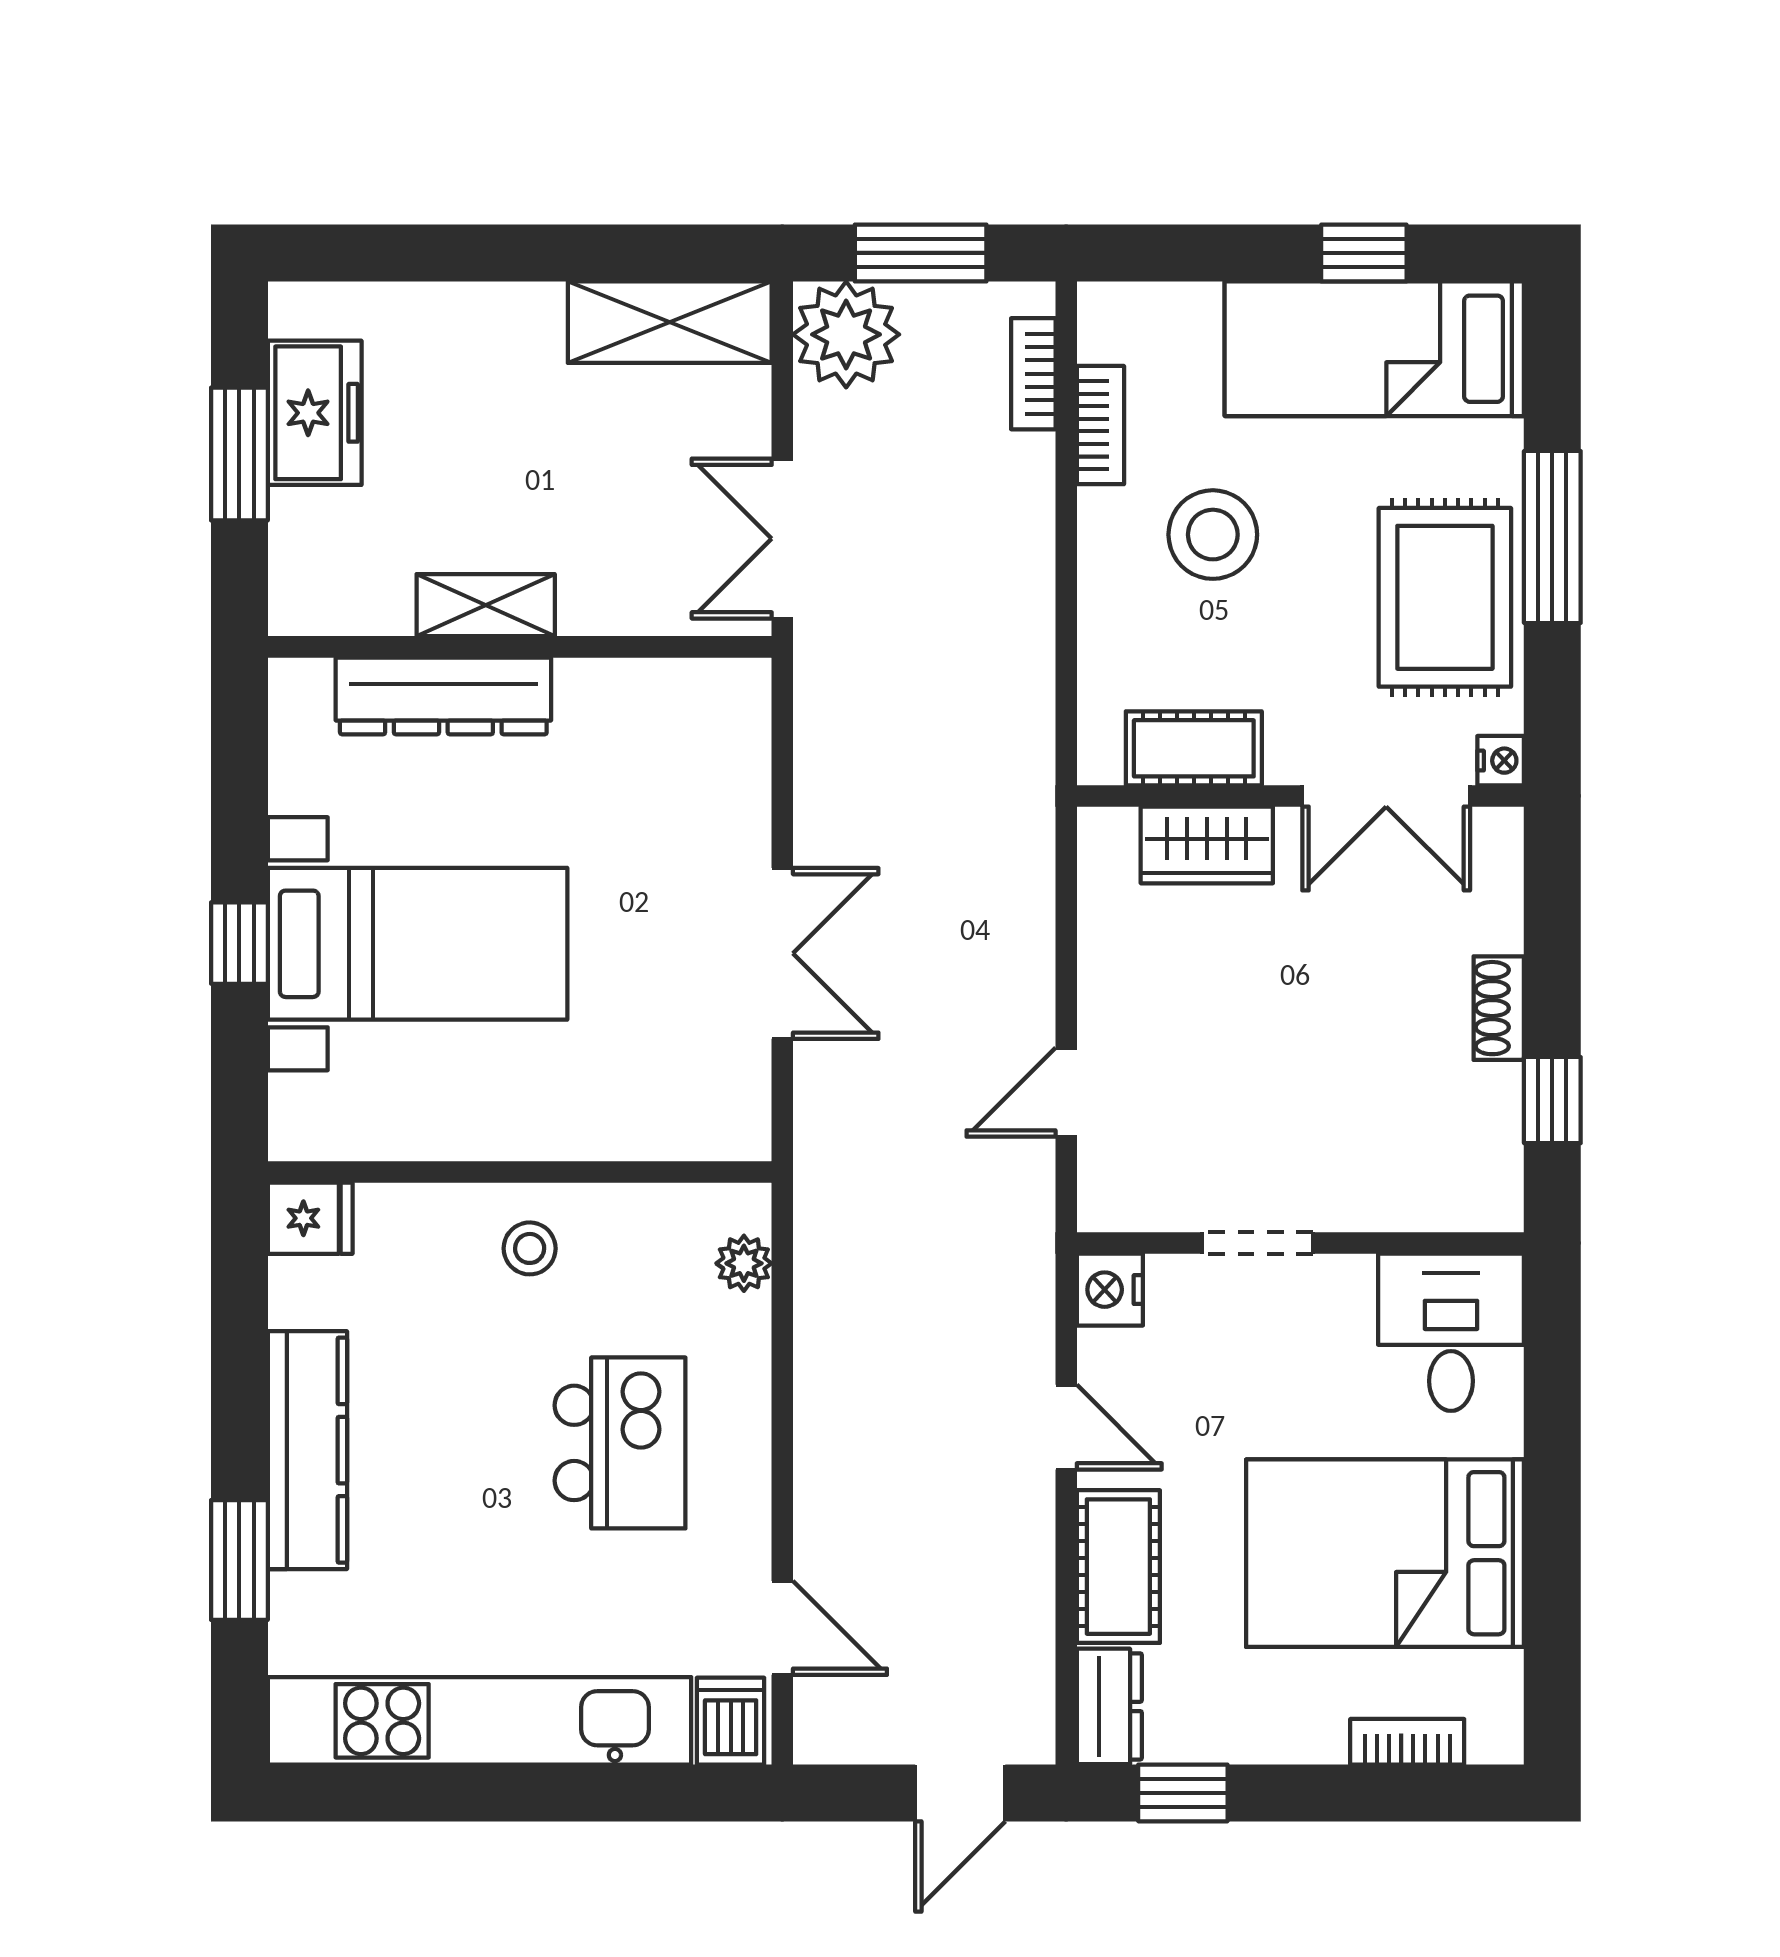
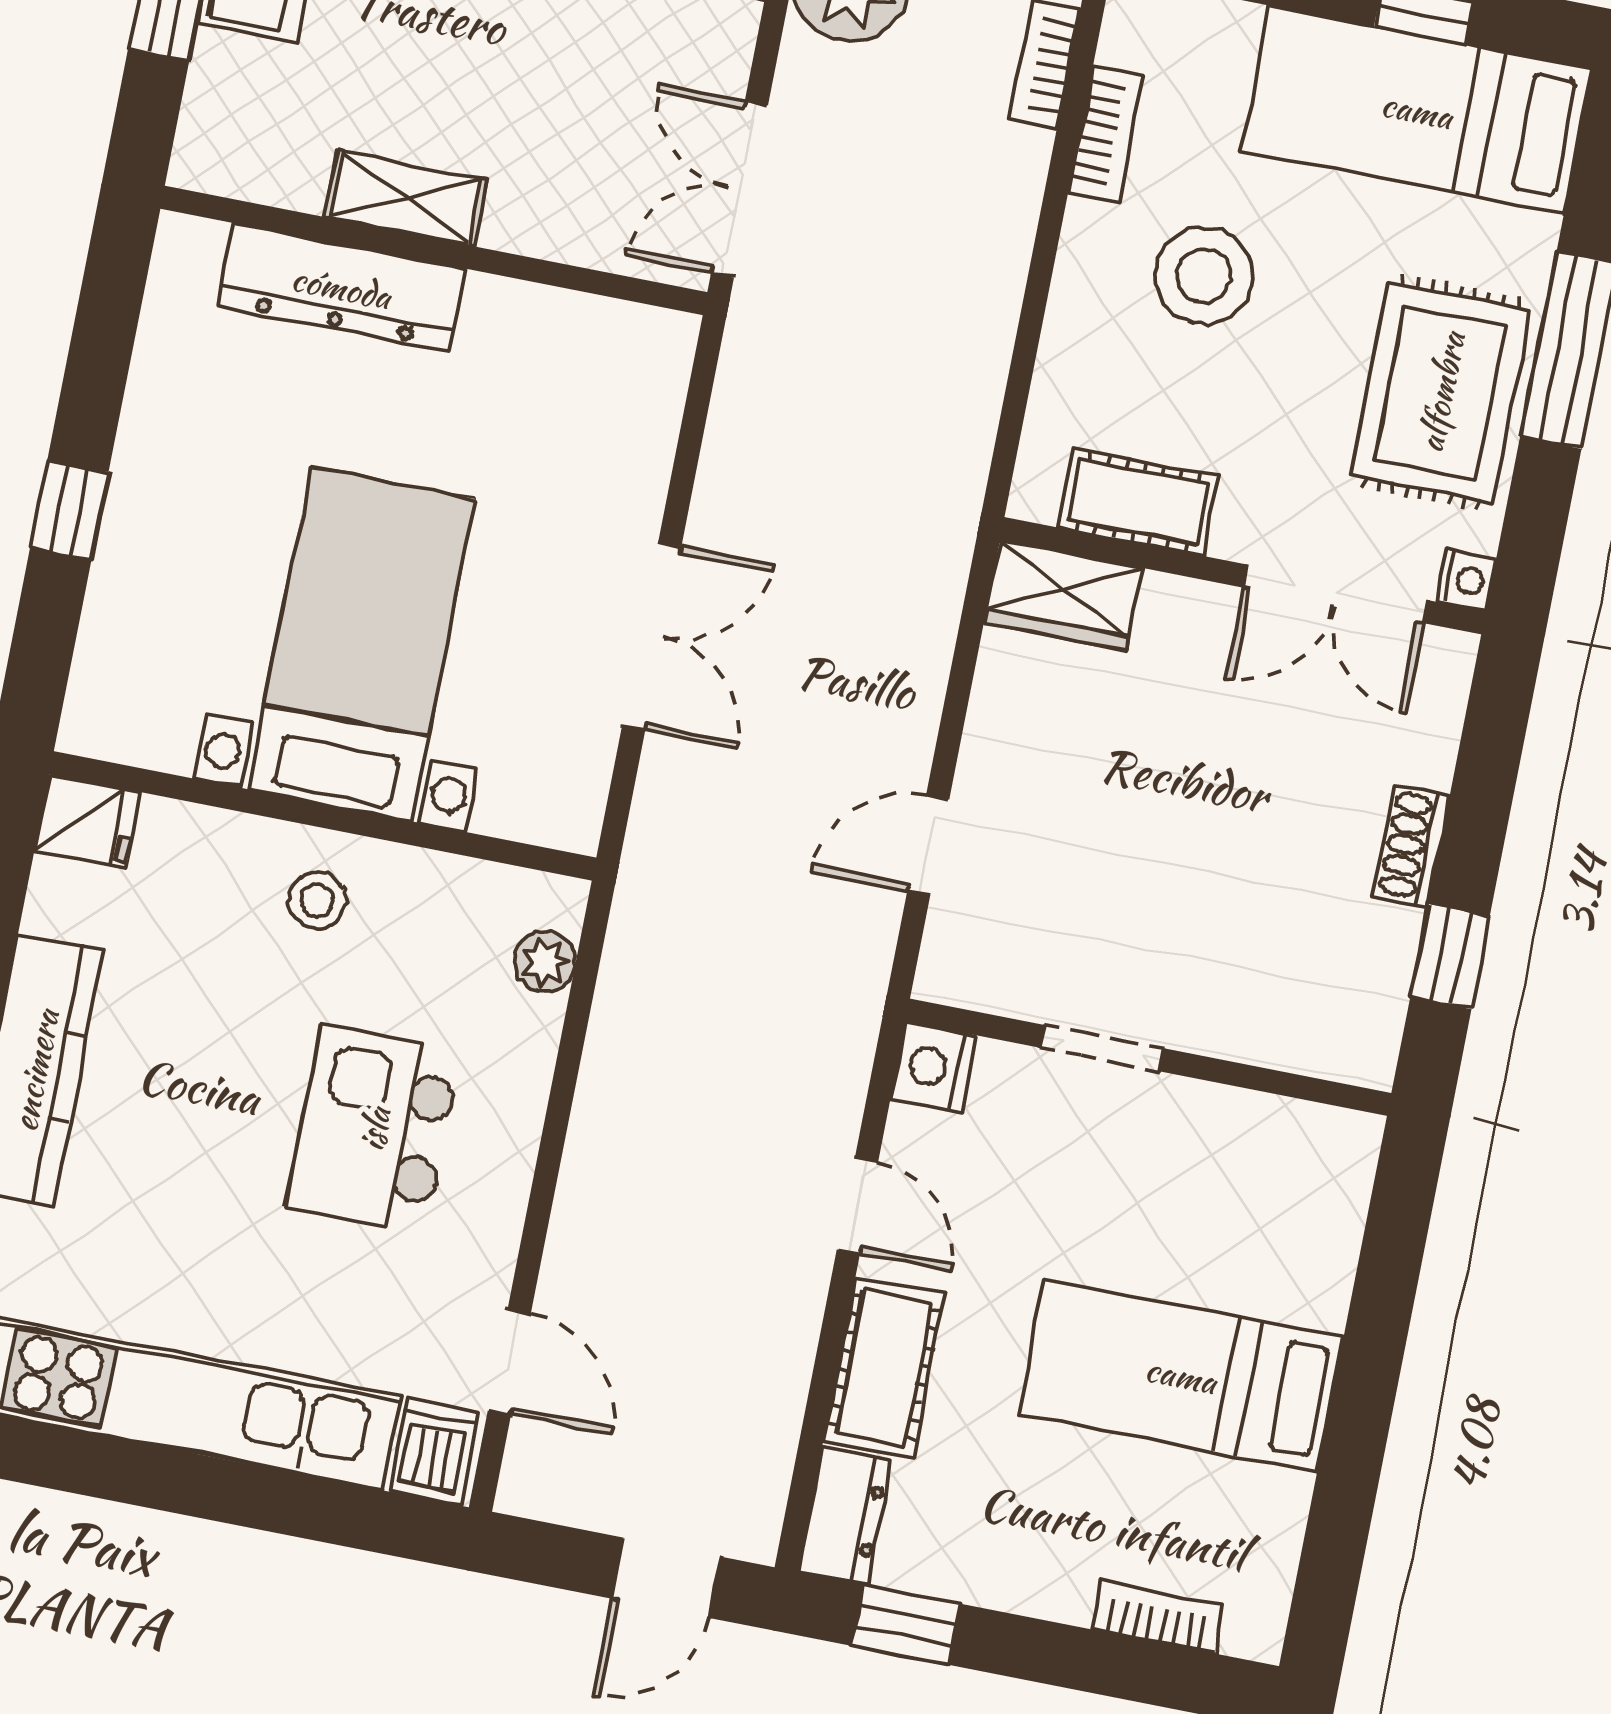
wardrobe: (1207, 845) -> (1063, 595), moved
bed with nightstands: (418, 944) -> (361, 644), moved, turned -90
desk: (1451, 1332) -> (1292, 1185), removed
kitchen island: (620, 1443) -> (374, 1129), turned 180
bed: (1385, 1553) -> (1181, 1375), width x0.67

